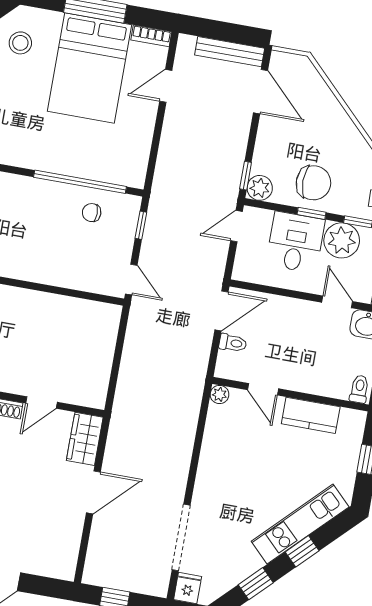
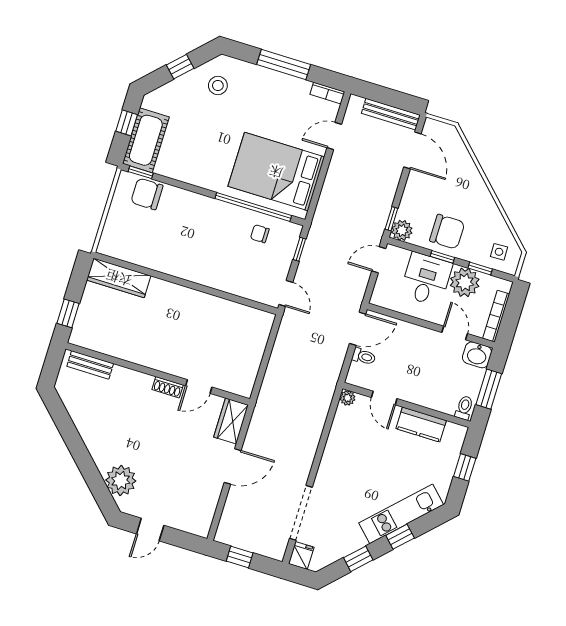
bed: (90, 68) -> (276, 172), moved, turned 90

